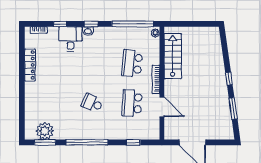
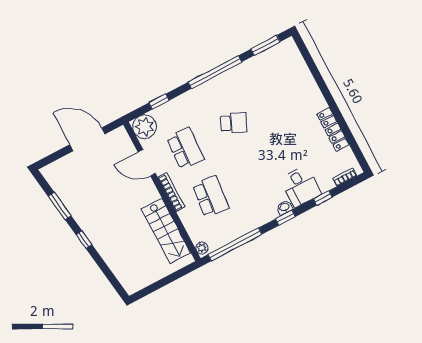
plant: (45, 131) -> (145, 127), moved

